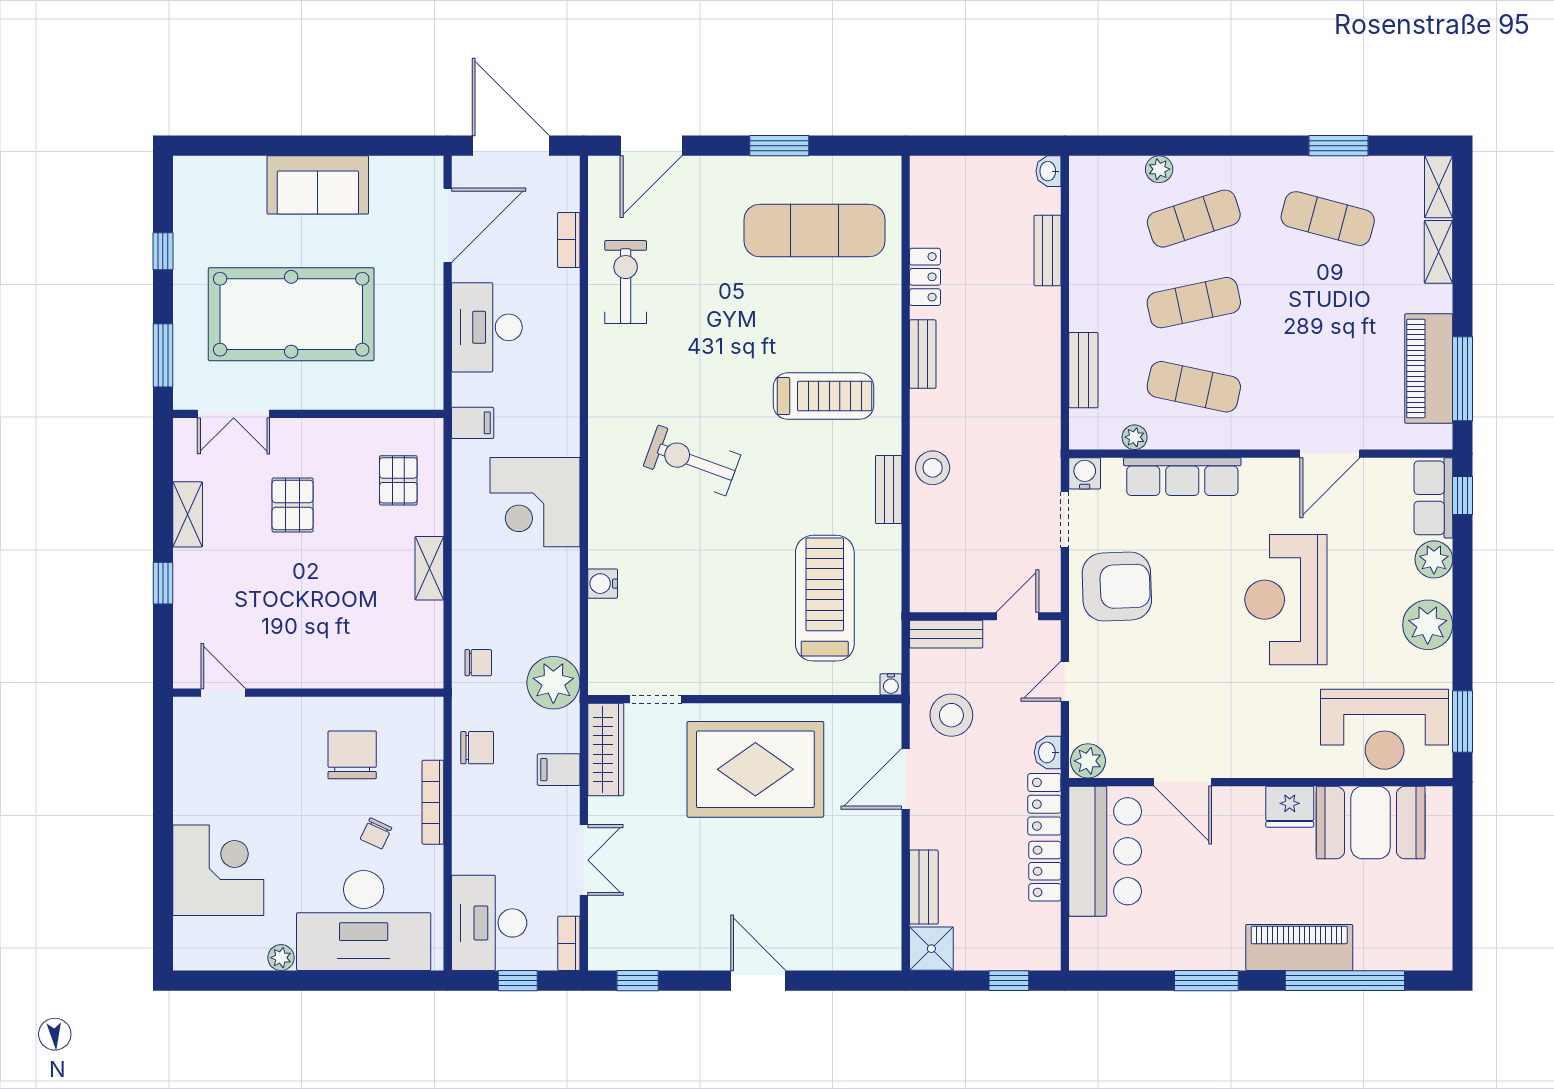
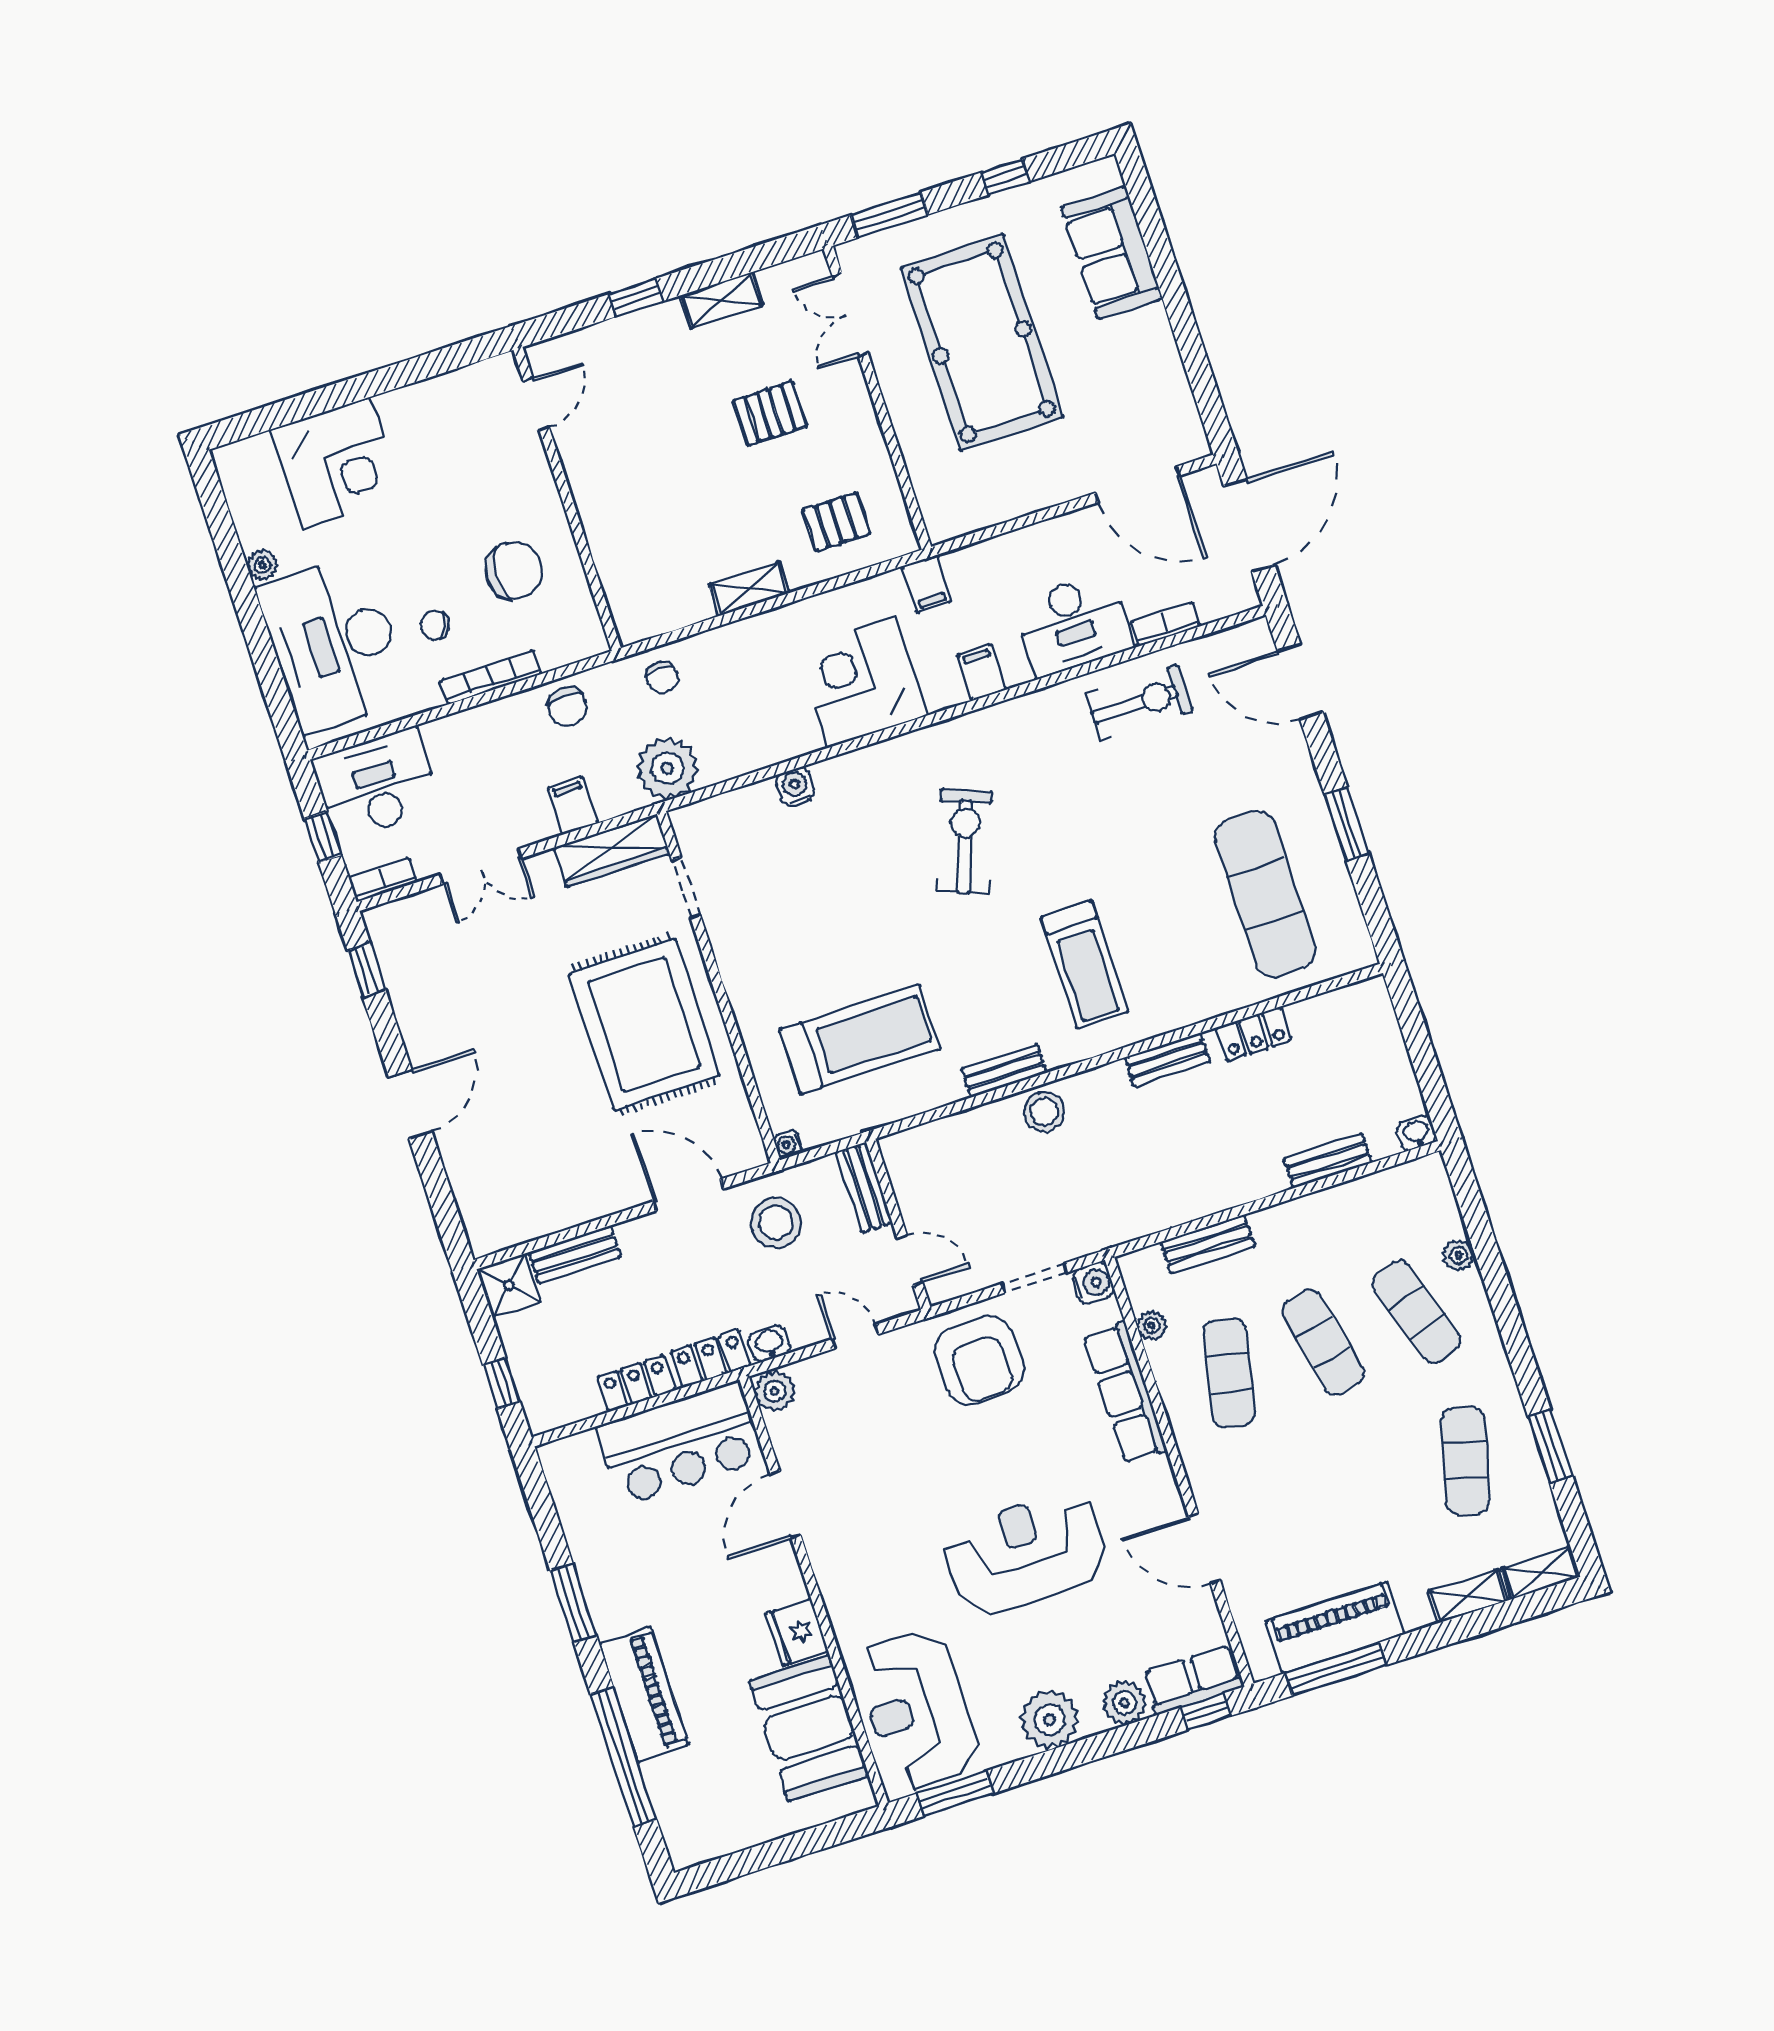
sofa: (318, 185) -> (1112, 253), moved
desk: (487, 327) -> (1073, 625), moved, turned 180
filing cabinet: (559, 402) -> (982, 673), added

